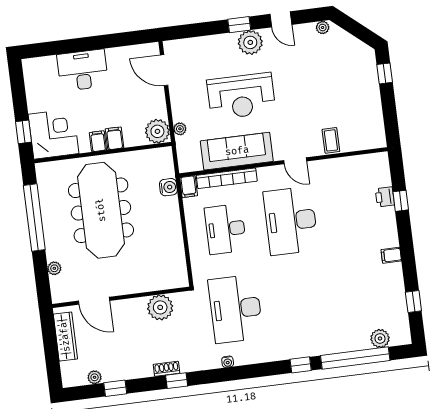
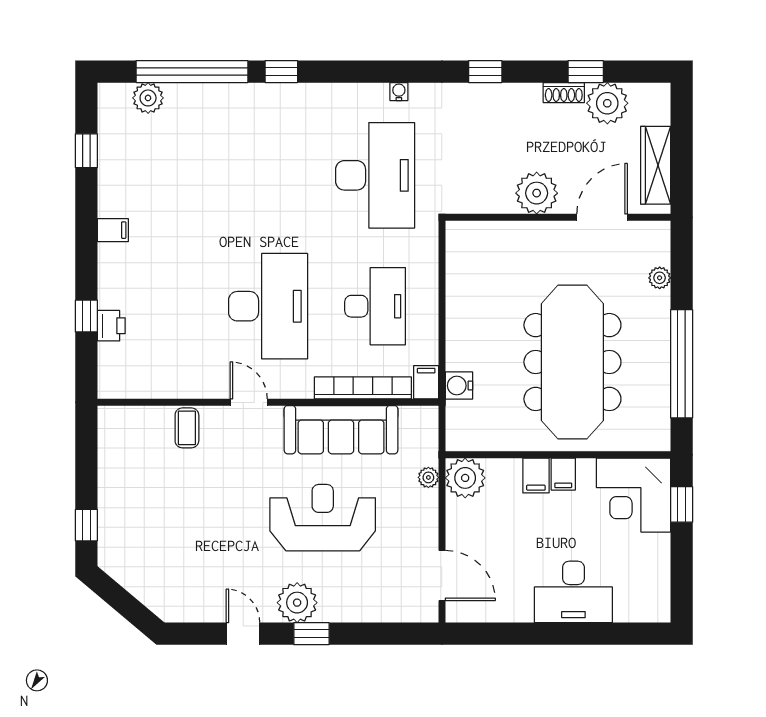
plant: (323, 28) -> (177, 612), removed
door: (94, 301) -> (602, 217), hinge flipped
plant: (160, 307) -> (537, 193), moved
shoe rack: (166, 369) -> (564, 93), moved
plant: (95, 377) -> (607, 103), width x1.87, depth x1.87

